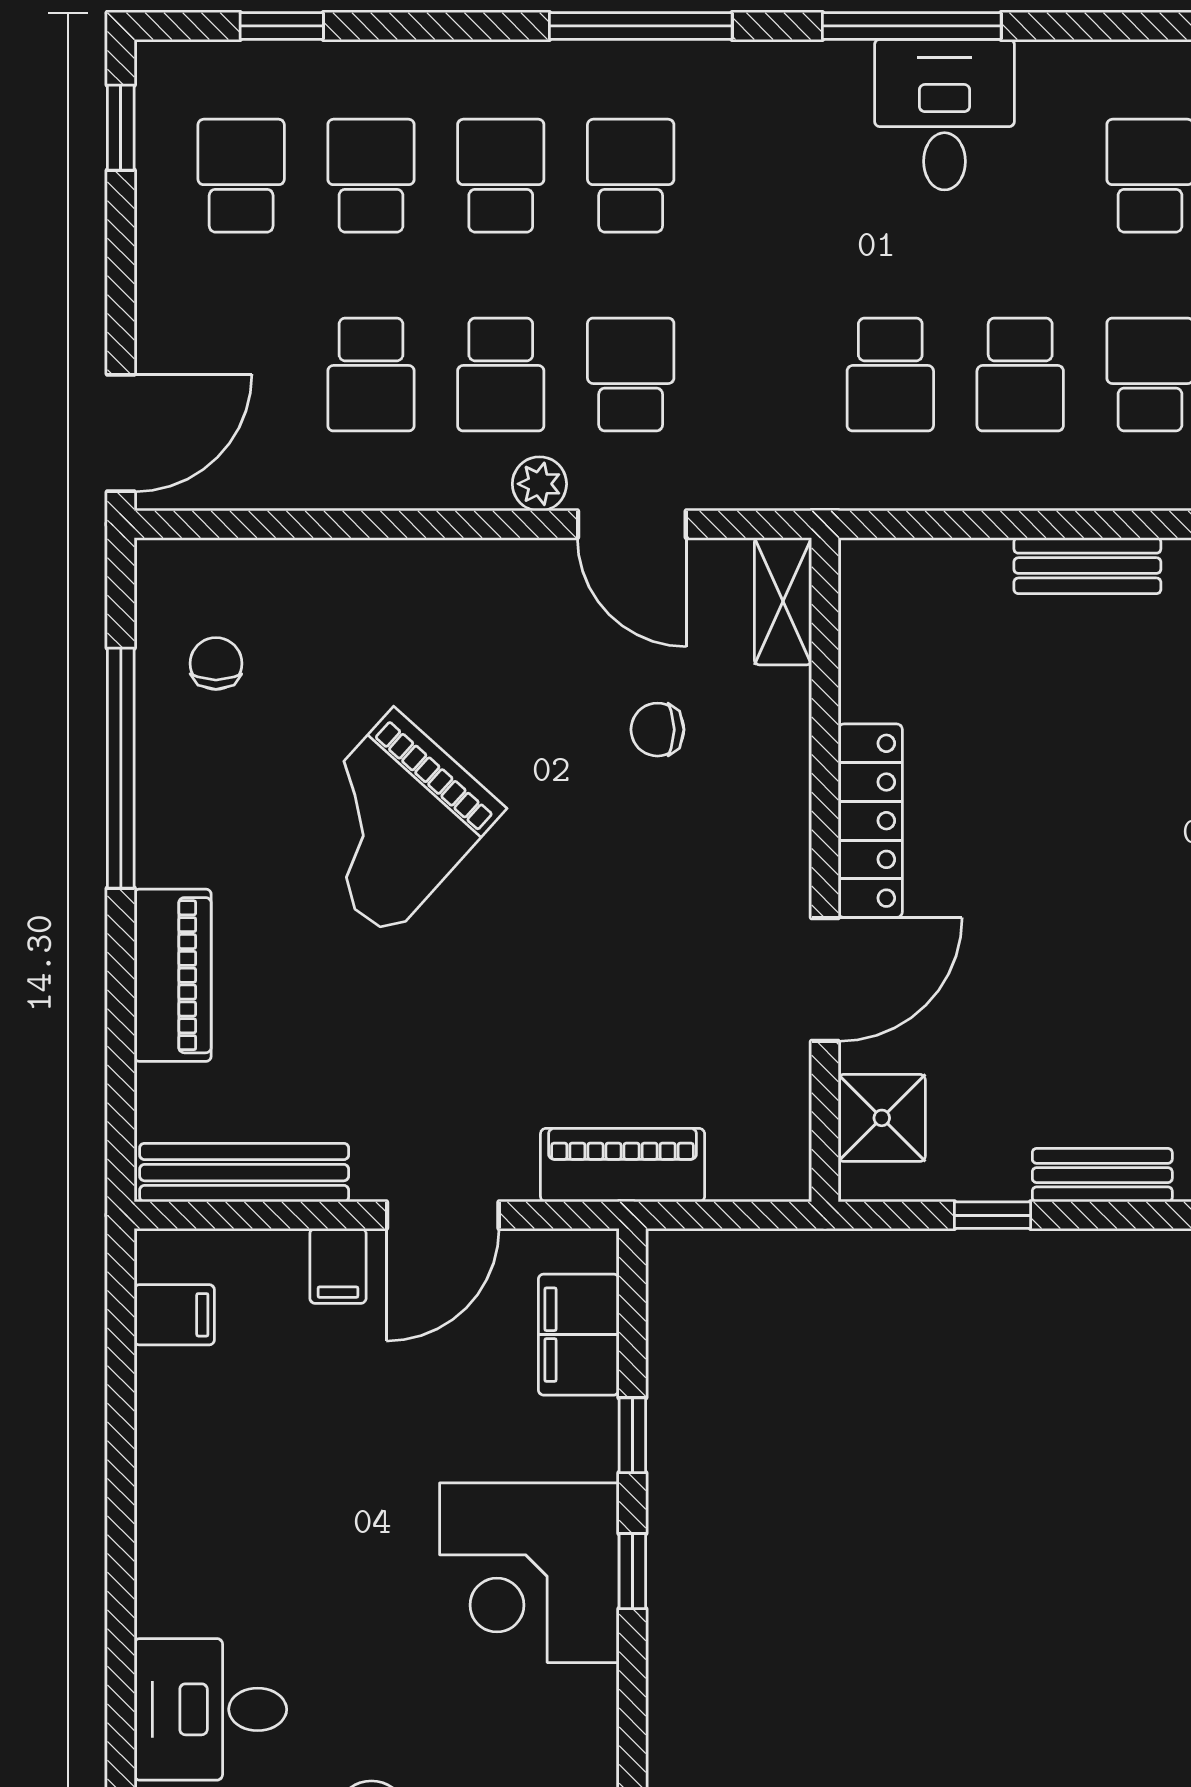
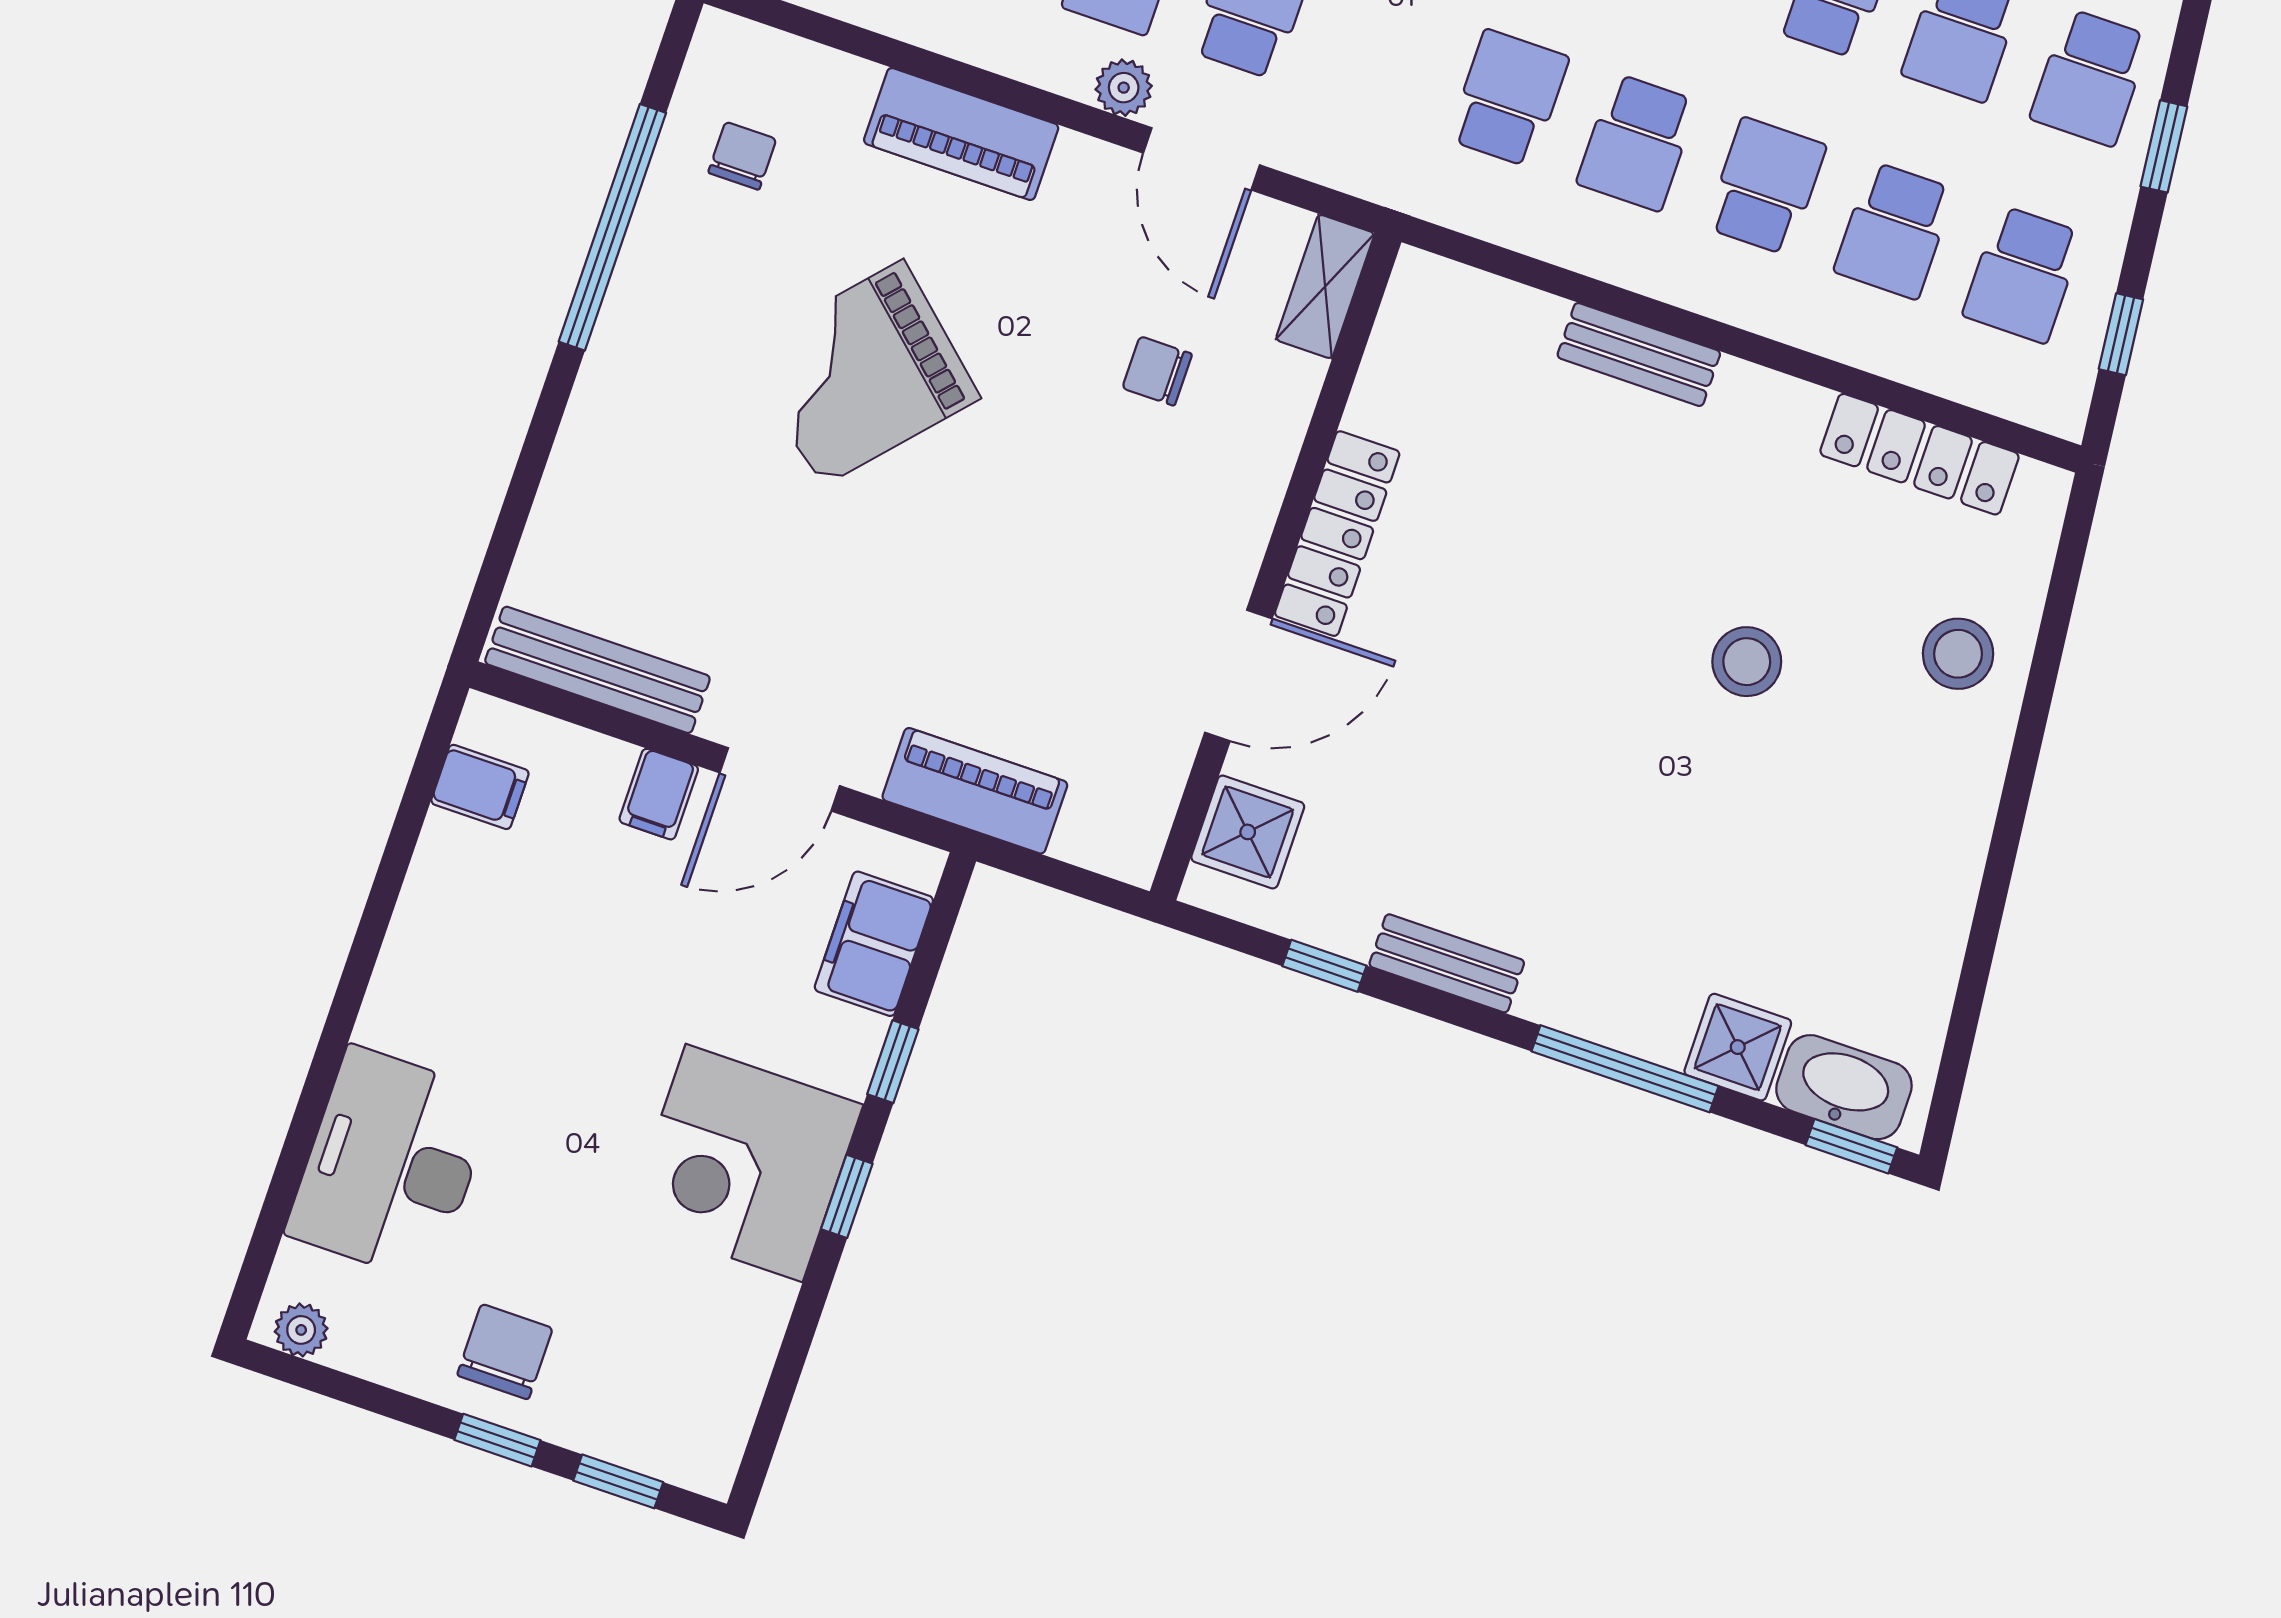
school desk: (890, 374) -> (1508, 98), turned 180
piano: (173, 975) -> (961, 134), moved, turned 90
desk: (210, 1709) -> (391, 1164), width x1.37

